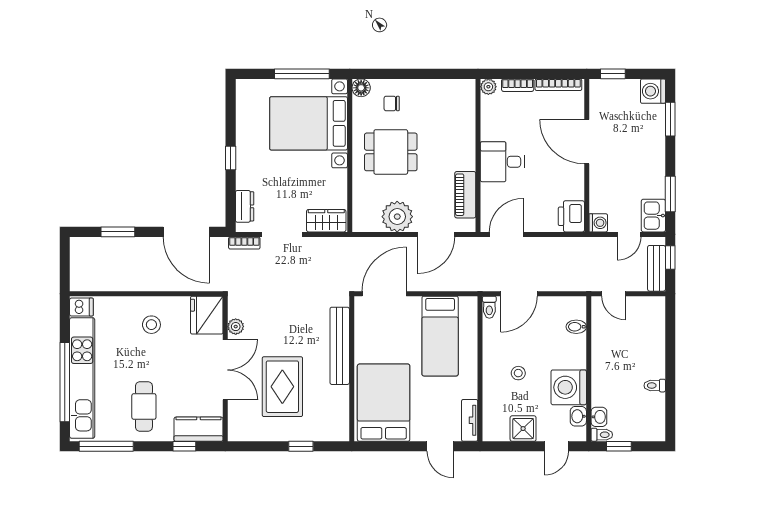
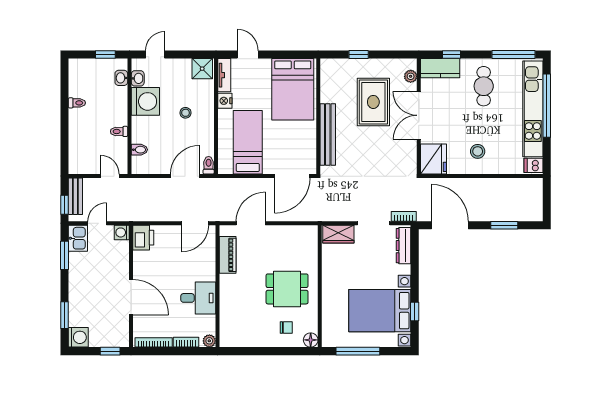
bed with nightstands: (309, 123) -> (380, 311), moved, turned 180
window: (231, 158) -> (415, 311), moved
desk: (502, 162) -> (198, 298), moved
dresser: (245, 206) -> (404, 246), width x1.44
plant: (397, 217) -> (282, 237), removed
plant: (236, 327) -> (411, 76), moved
nightstand: (469, 388) -> (225, 101), added
shower: (523, 429) -> (202, 69), moved
toilet: (602, 435) -> (119, 131), moved

